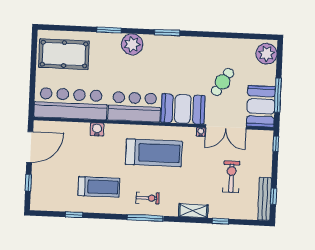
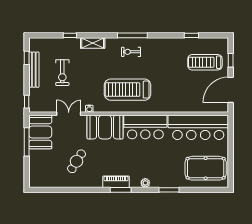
piano: (172, 43) -> (116, 182), added
plant: (132, 44) -> (145, 183), width x0.53, depth x0.53
plant: (267, 54) -> (38, 176), removed
cafe table: (223, 82) -> (77, 161), moved
double door: (226, 127) -> (69, 114), width x0.73
water cooler: (97, 129) -> (176, 107), removed
treadmill: (99, 187) -> (205, 62), moved
bench: (265, 199) -> (34, 70), moved

